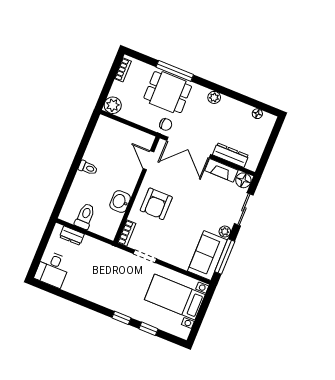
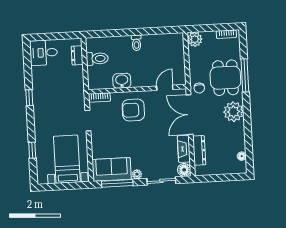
plant: (214, 97) -> (234, 112), width x1.88, depth x1.88
window: (122, 318) -> (29, 98), moved

